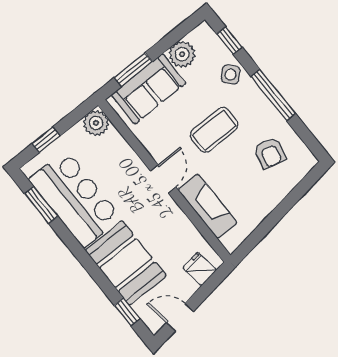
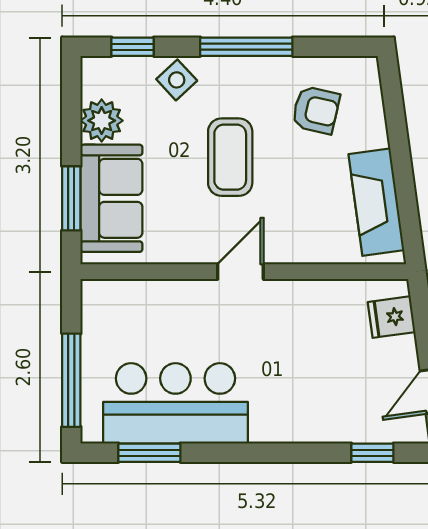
plant: (96, 123) -> (101, 300), removed
window: (46, 140) -> (71, 380), width x2.17
door: (163, 179) -> (240, 272), hinge flipped
fireplace: (208, 206) -> (376, 202), moved, turned -98
booth: (126, 263) -> (309, 405), removed

